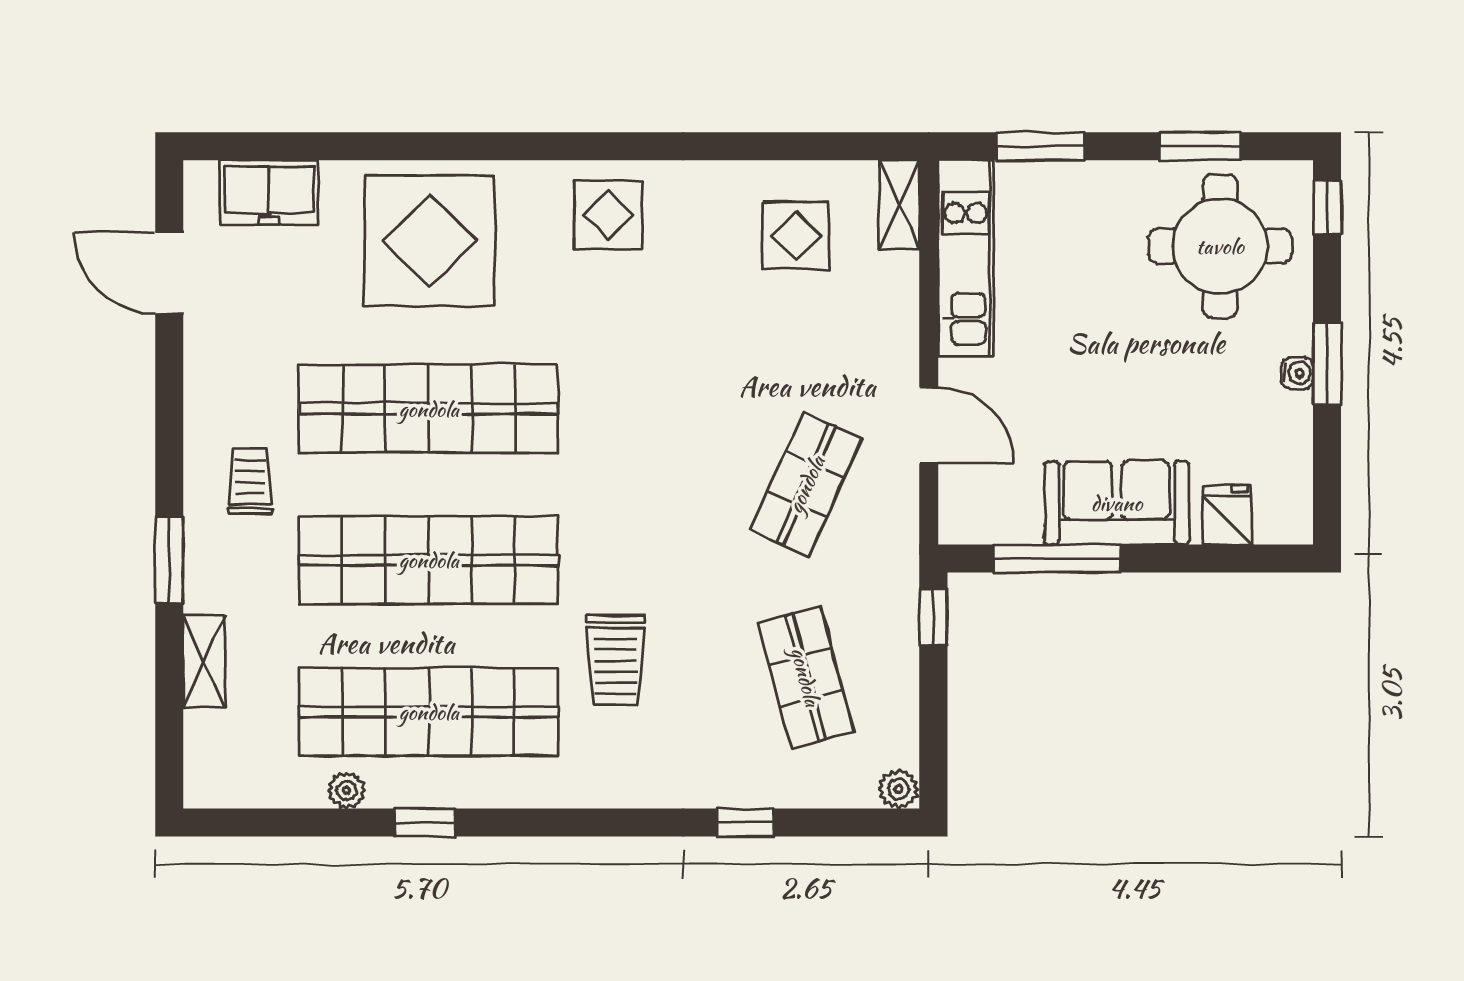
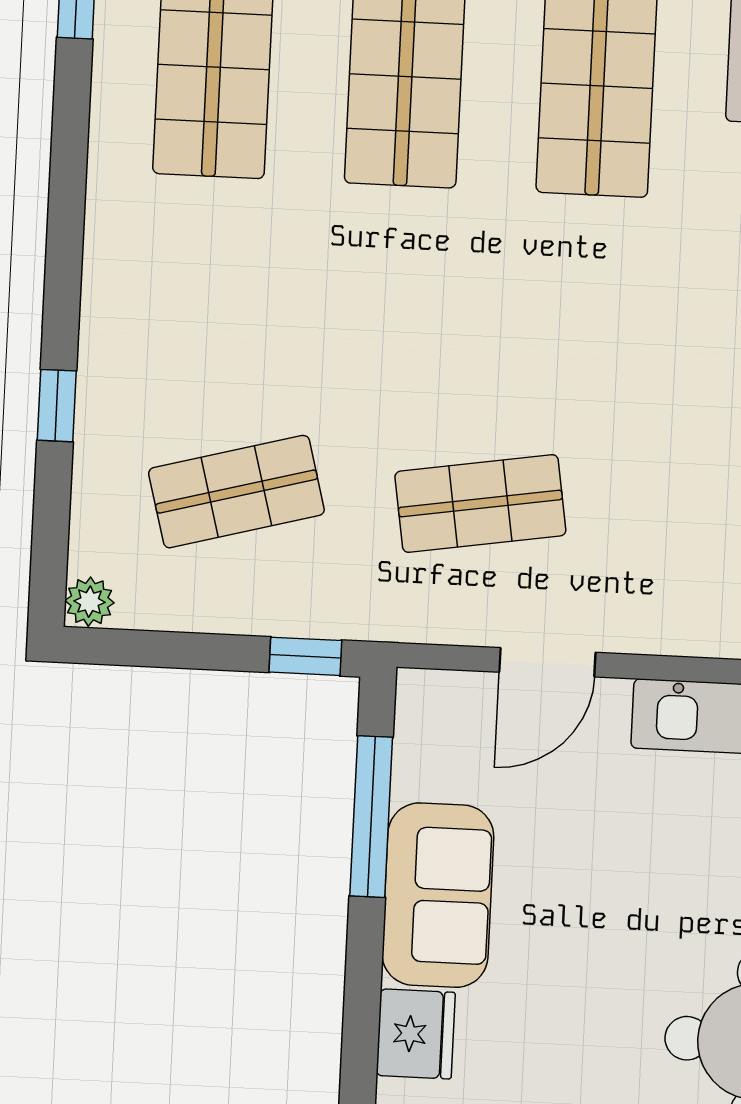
shop shelf: (806, 484) -> (480, 504), turned -33
fridge: (1227, 515) -> (416, 1034), width x1.38
trolley: (616, 660) -> (270, 252), removed

